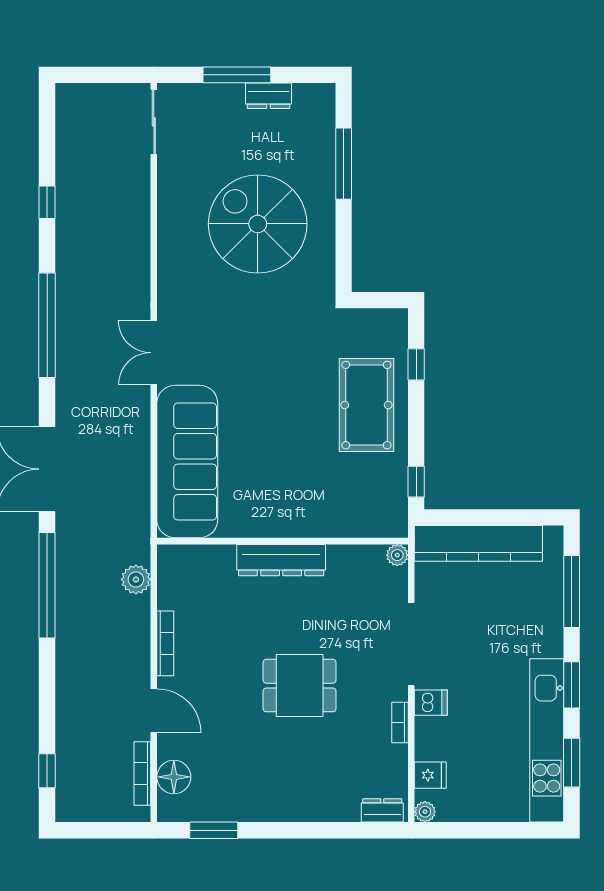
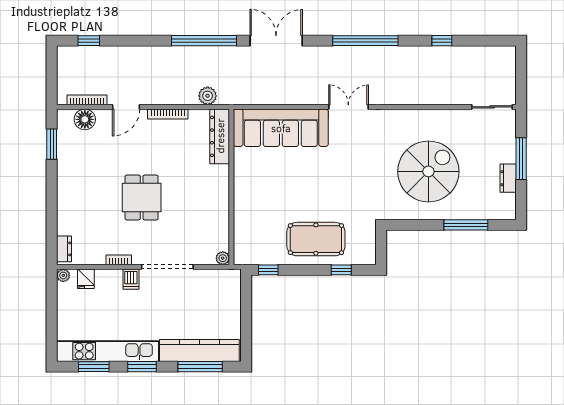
kitchen counter: (478, 543) -> (199, 350), moved, turned 90
dresser: (281, 560) -> (220, 136), moved

